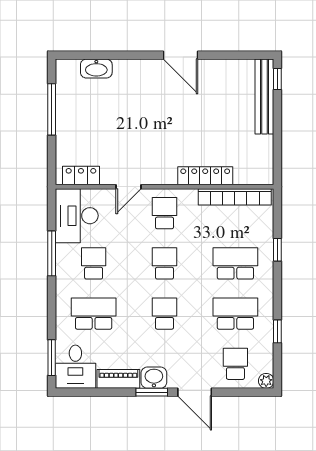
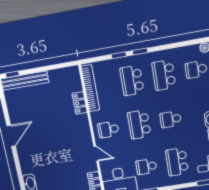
locker: (205, 176) -> (80, 103), width x0.66
school desk: (165, 263) -> (139, 124), width x1.85
window: (277, 331) -> (140, 51), moved

